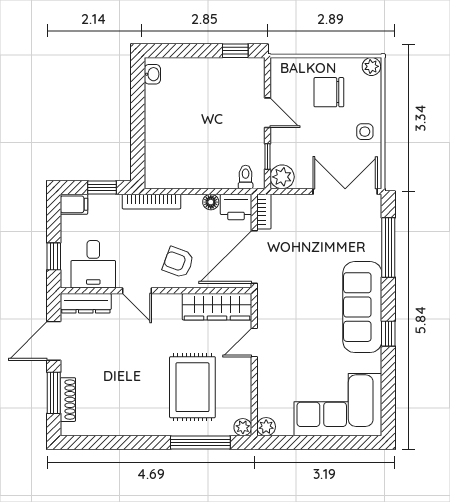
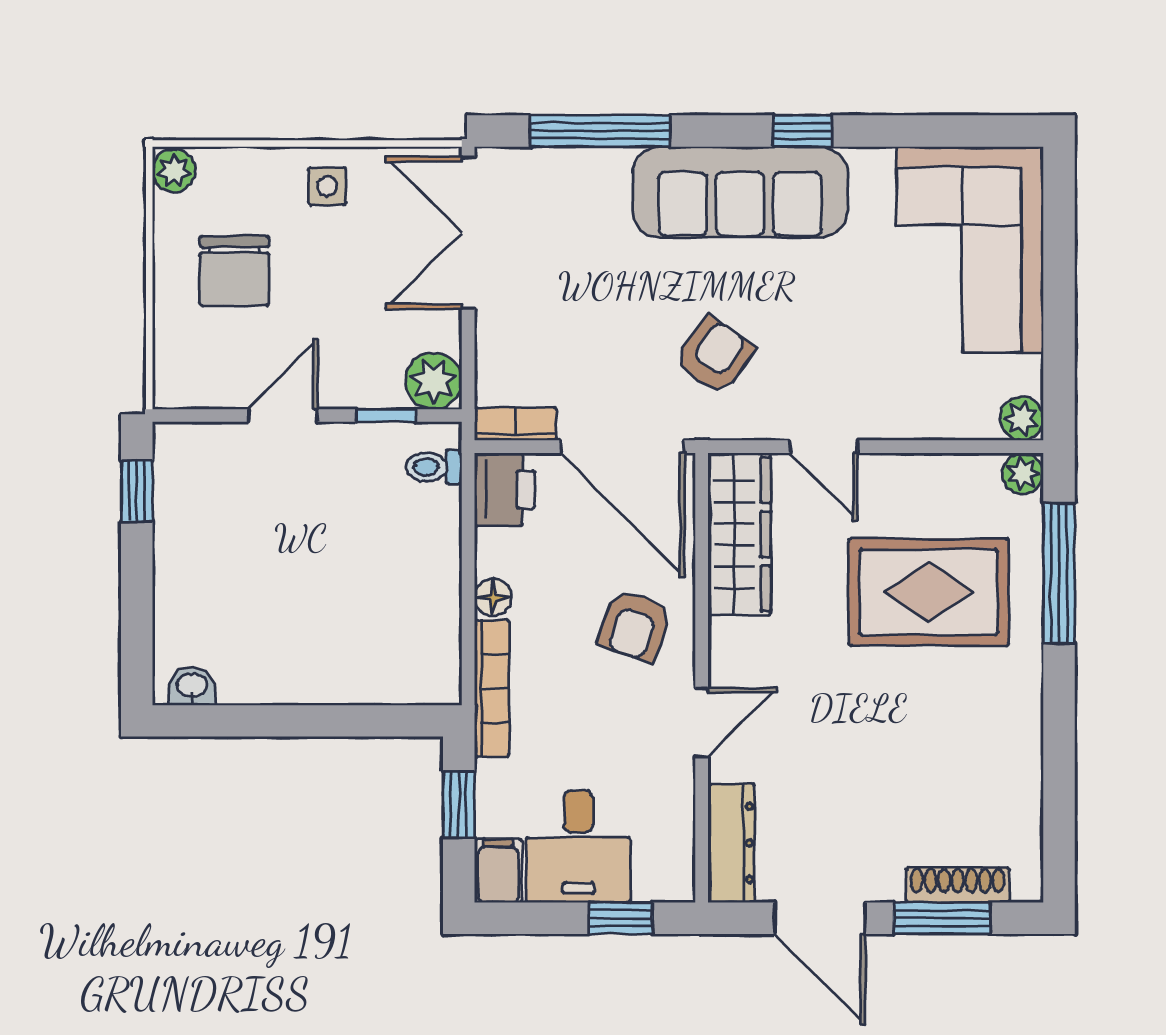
floor lamp: (211, 202) -> (493, 597), moved
desk: (93, 264) -> (578, 846), moved, turned 90
armchair: (293, 296) -> (715, 355), added

